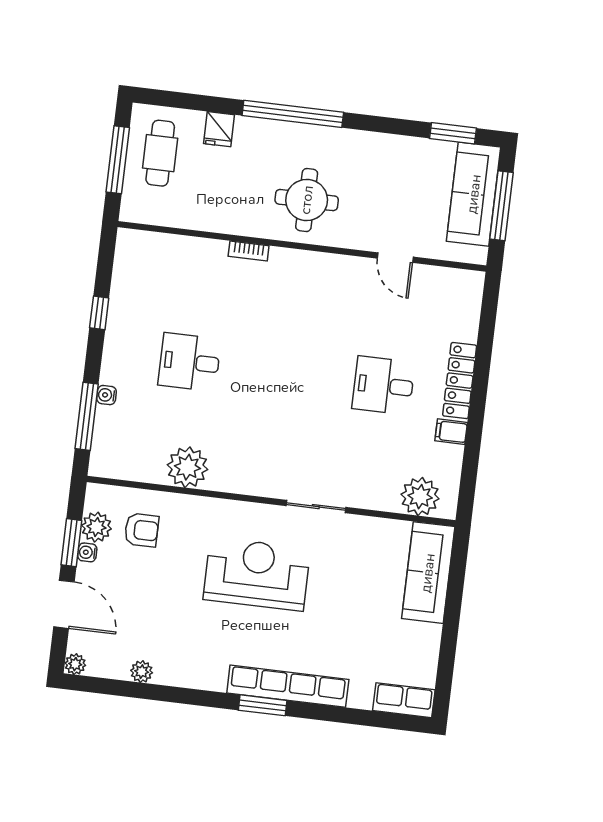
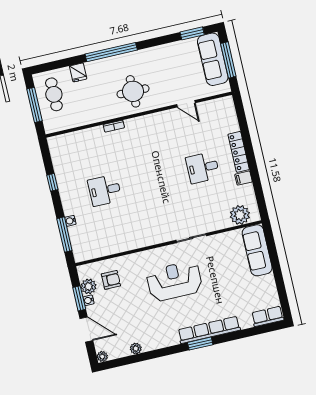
plant: (187, 467) -> (122, 241), removed

